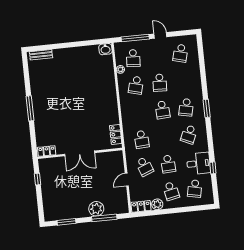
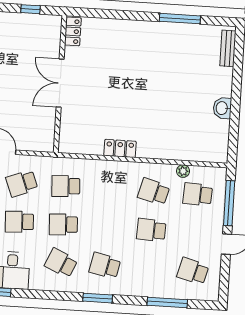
washbasin: (105, 49) -> (222, 108), moved
window: (202, 65) -> (167, 302), added
window: (30, 108) -> (180, 19), moved
school desk: (162, 110) -> (63, 224), moved
locker: (116, 134) -> (120, 148), moved

